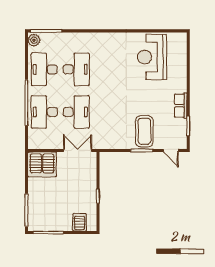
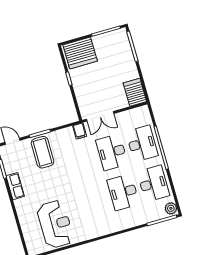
filing cabinet: (102, 142) -> (80, 131), added
server rack: (42, 164) -> (135, 92), width x0.62
server rack: (80, 222) -> (80, 53), width x2.18, depth x1.44

